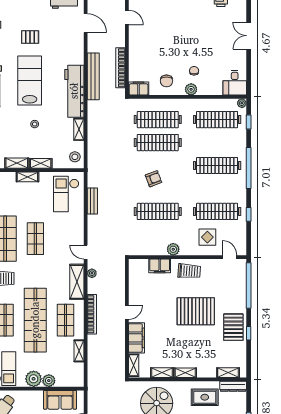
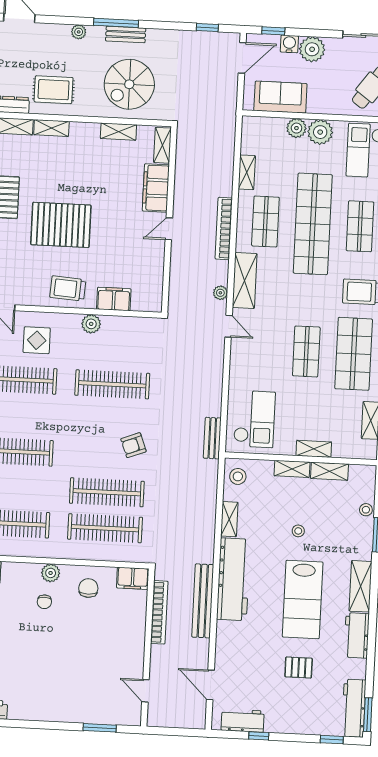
armchair: (154, 179) -> (133, 445), moved
bench: (92, 201) -> (212, 438), moved
shelving: (185, 373) -> (51, 128), moved

